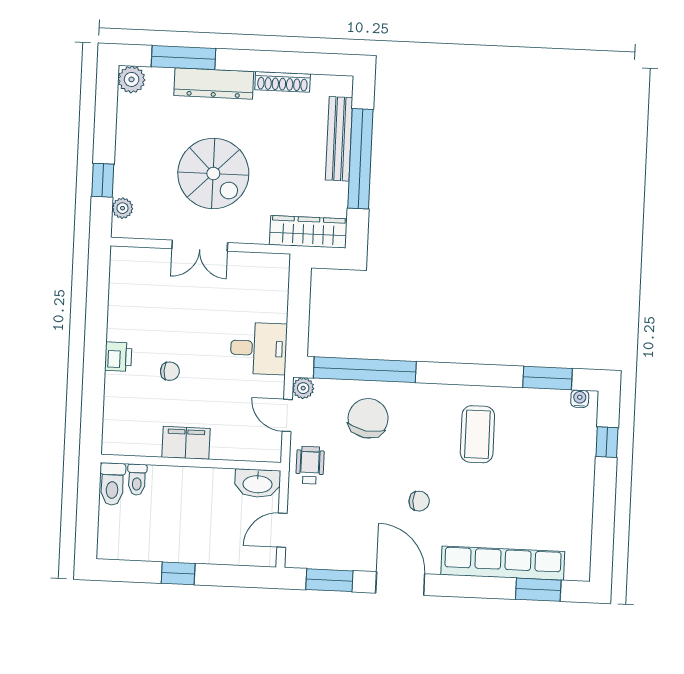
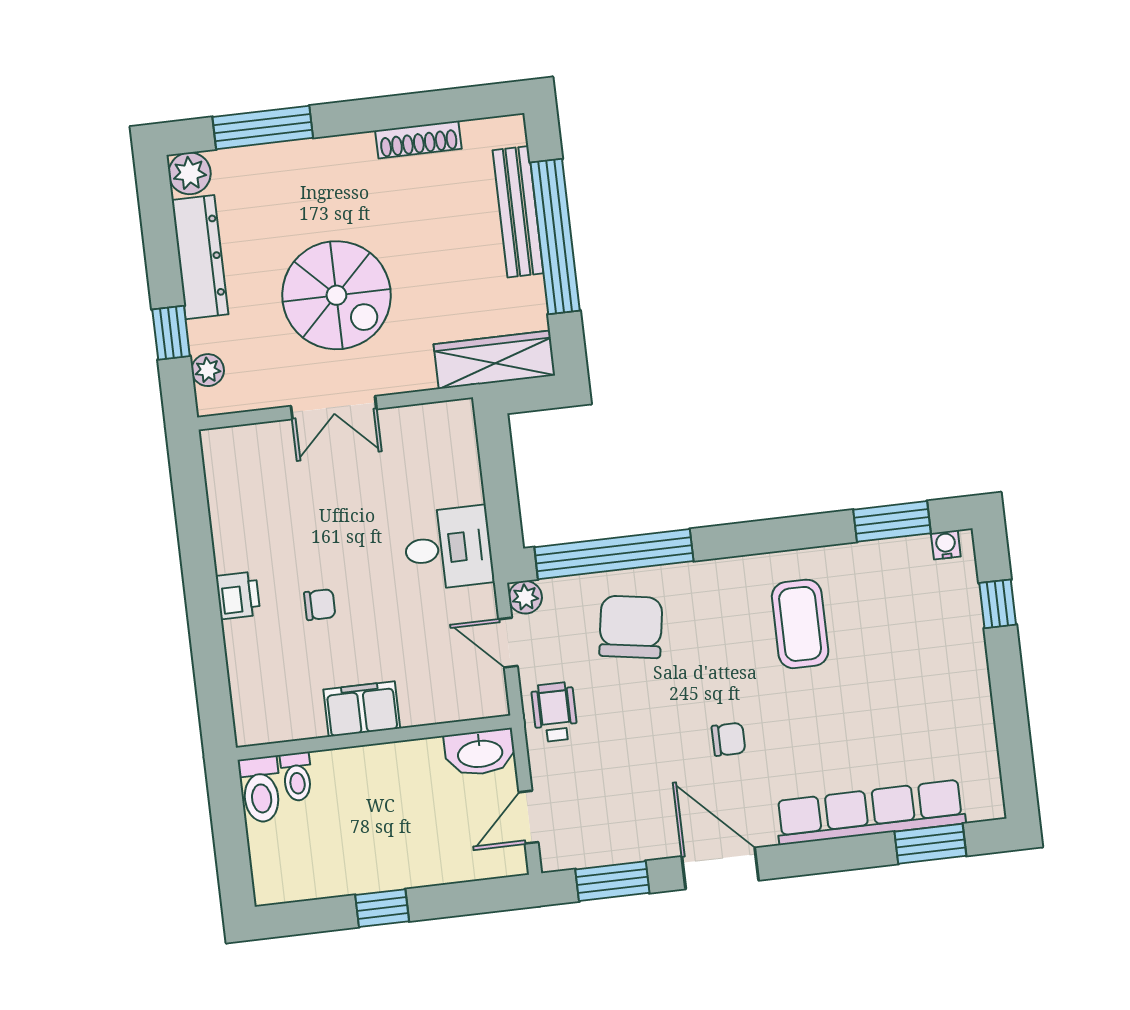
dresser: (214, 83) -> (200, 257), moved, turned -90

